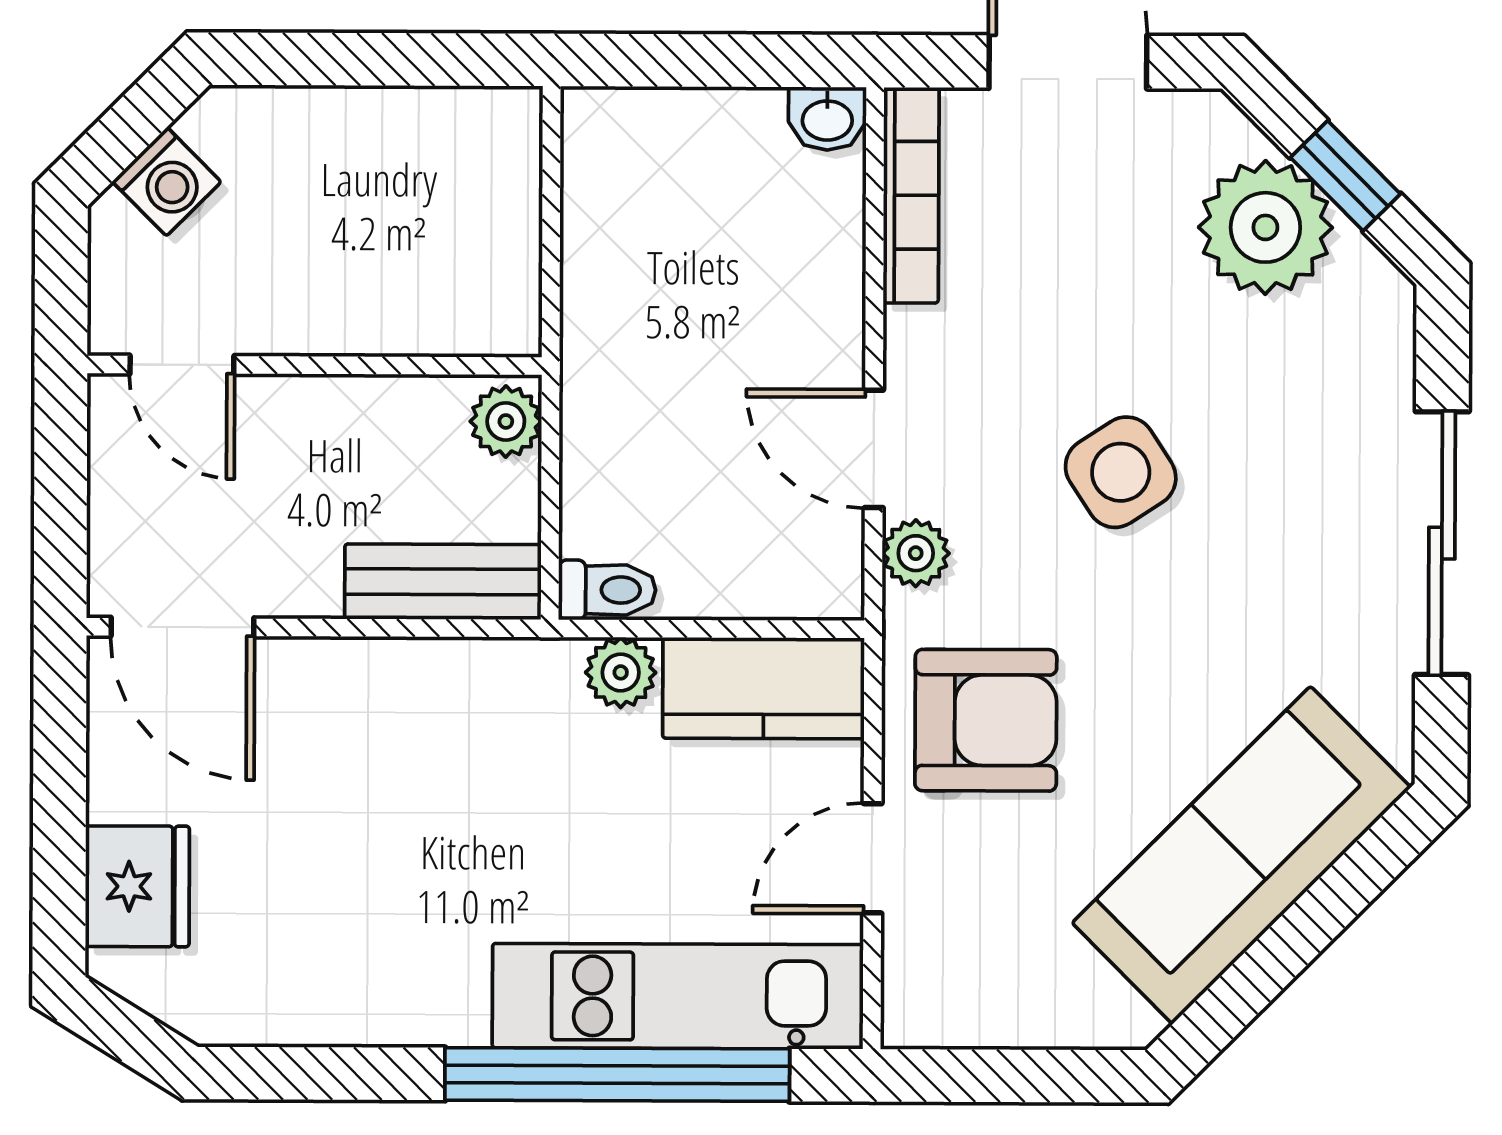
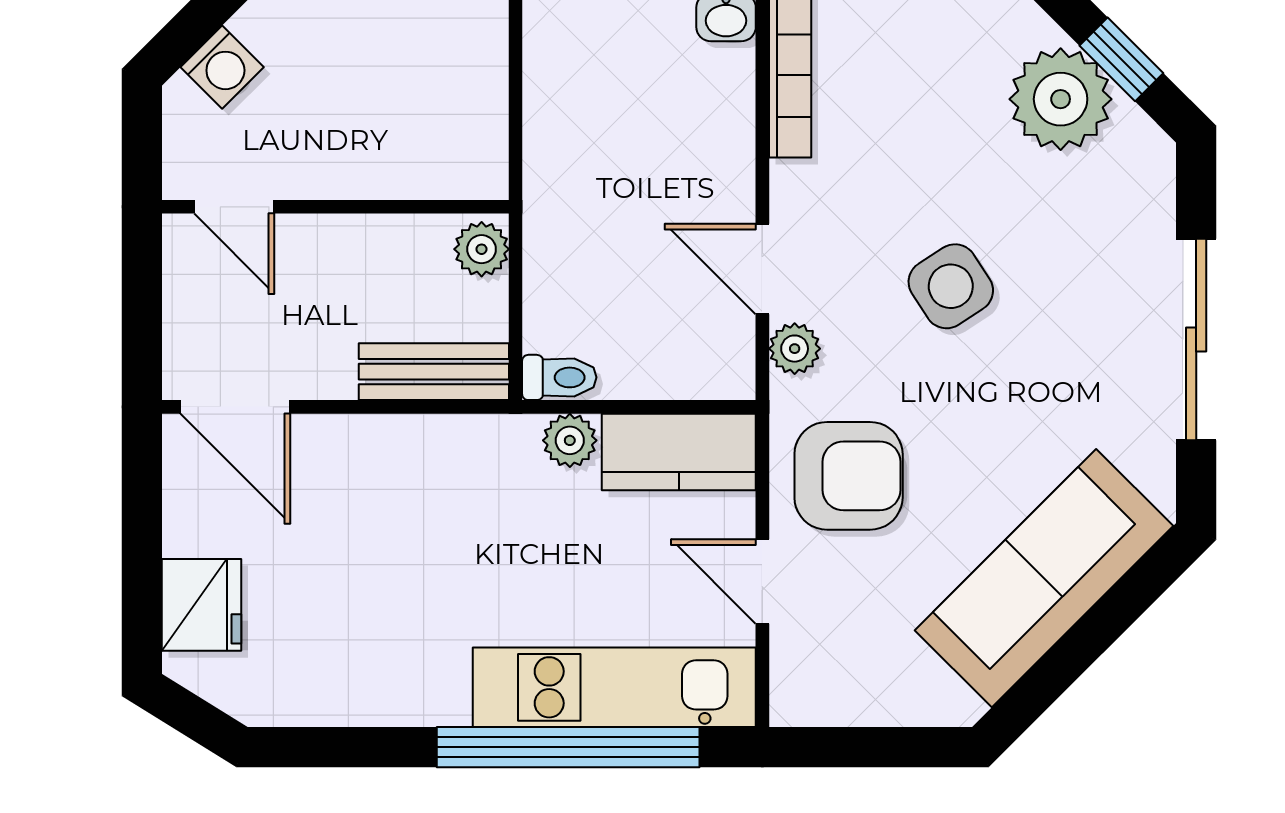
door: (872, 858) -> (762, 582), hinge flipped

